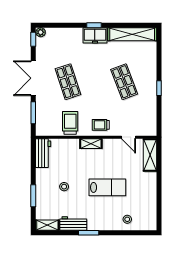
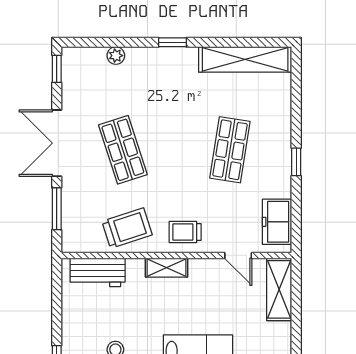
plant: (41, 32) -> (116, 56), moved
freezer: (95, 35) -> (277, 222), moved, turned 90
shop shelf: (124, 82) -> (230, 150), turned 30
trolley: (70, 123) -> (127, 228), turned 72
workbench: (43, 153) -> (98, 272), moved, turned 90

